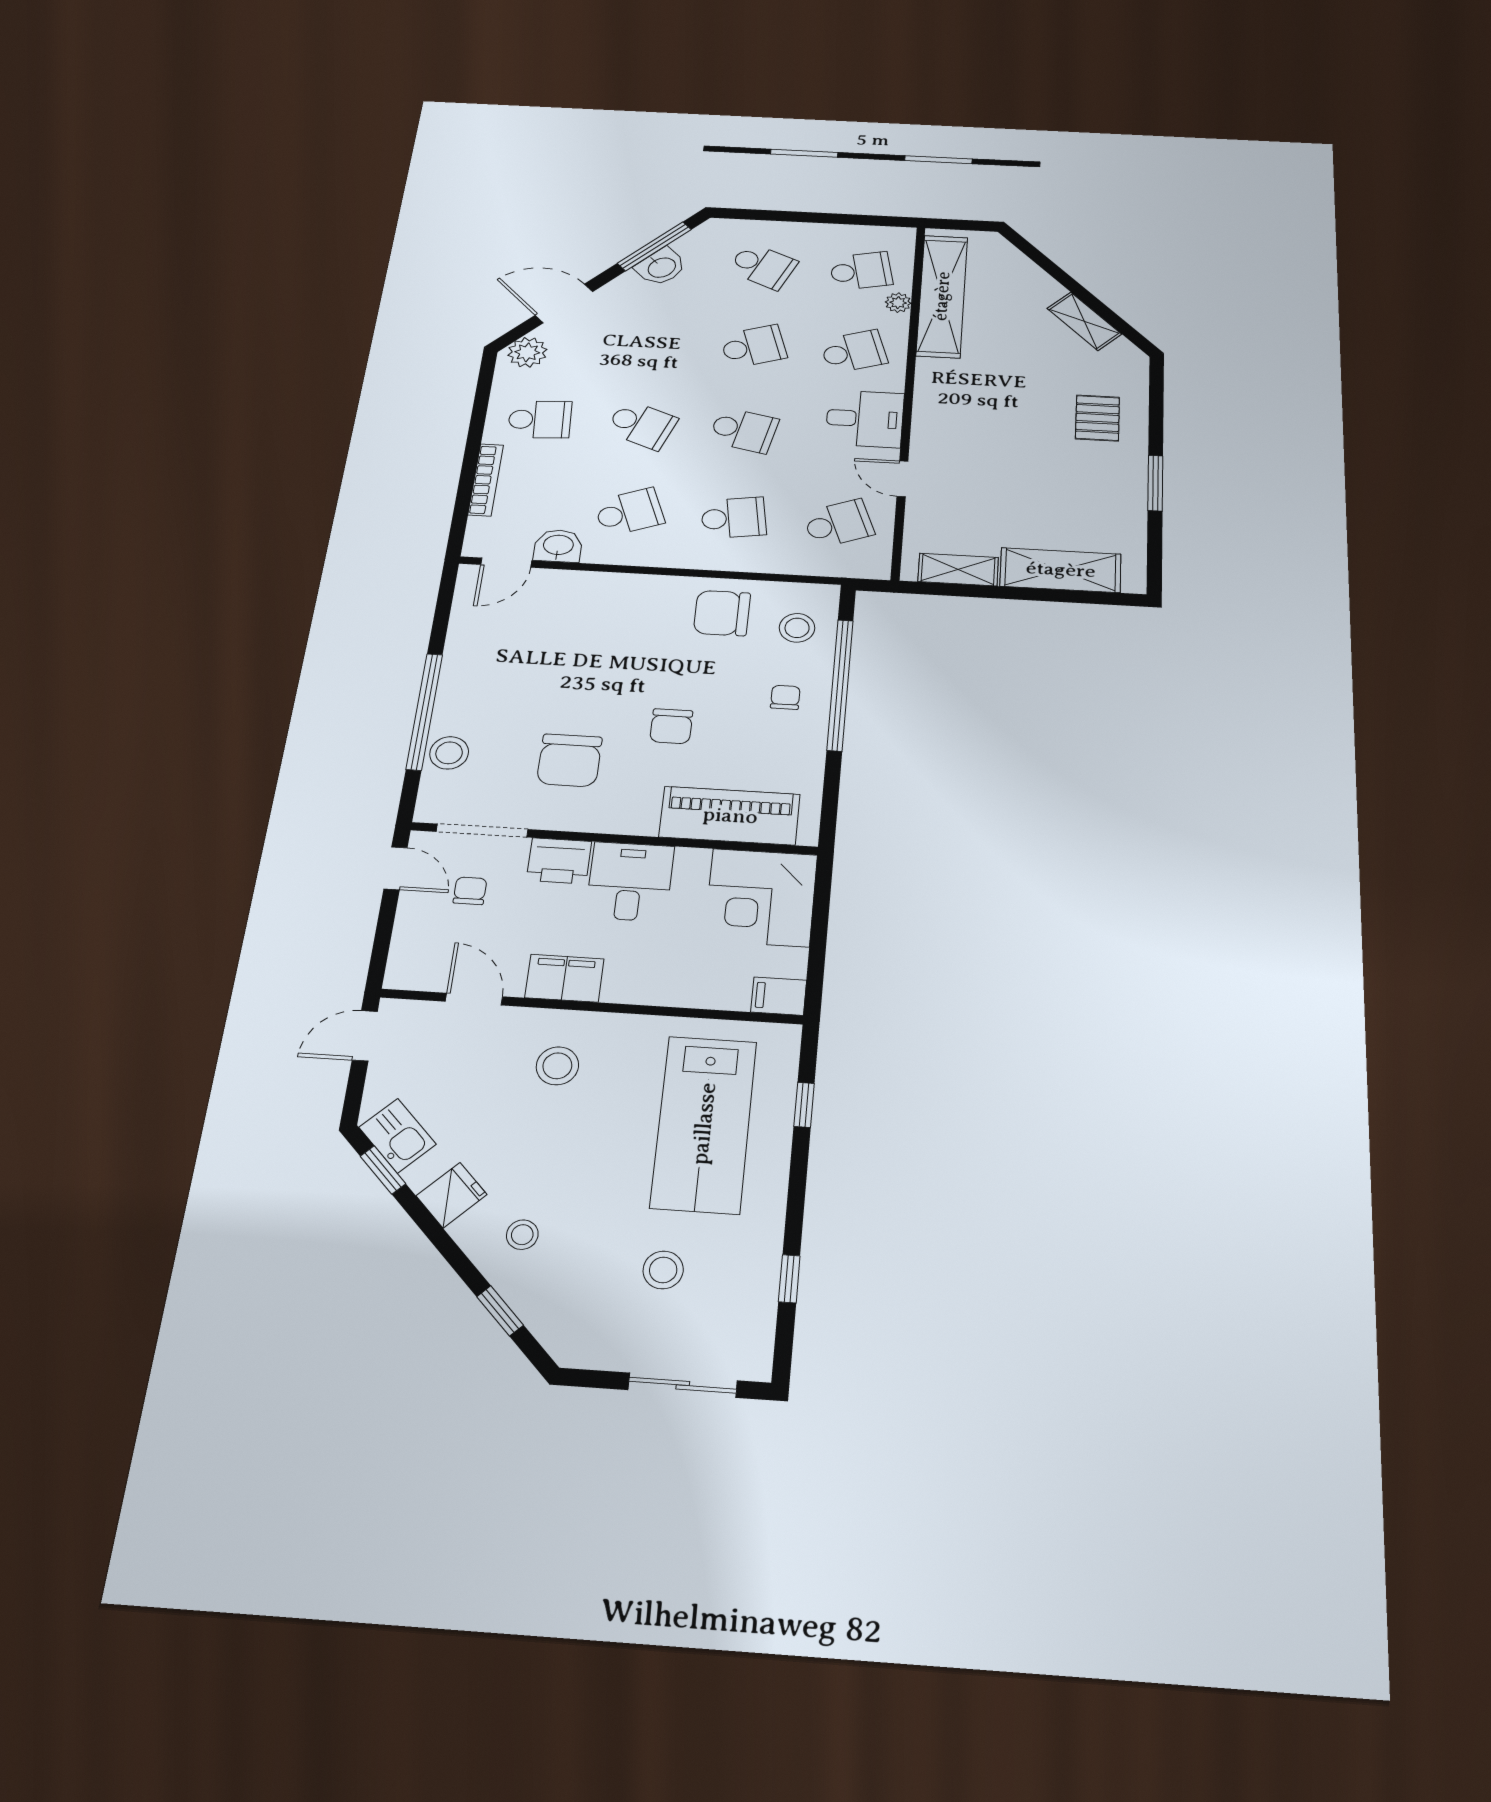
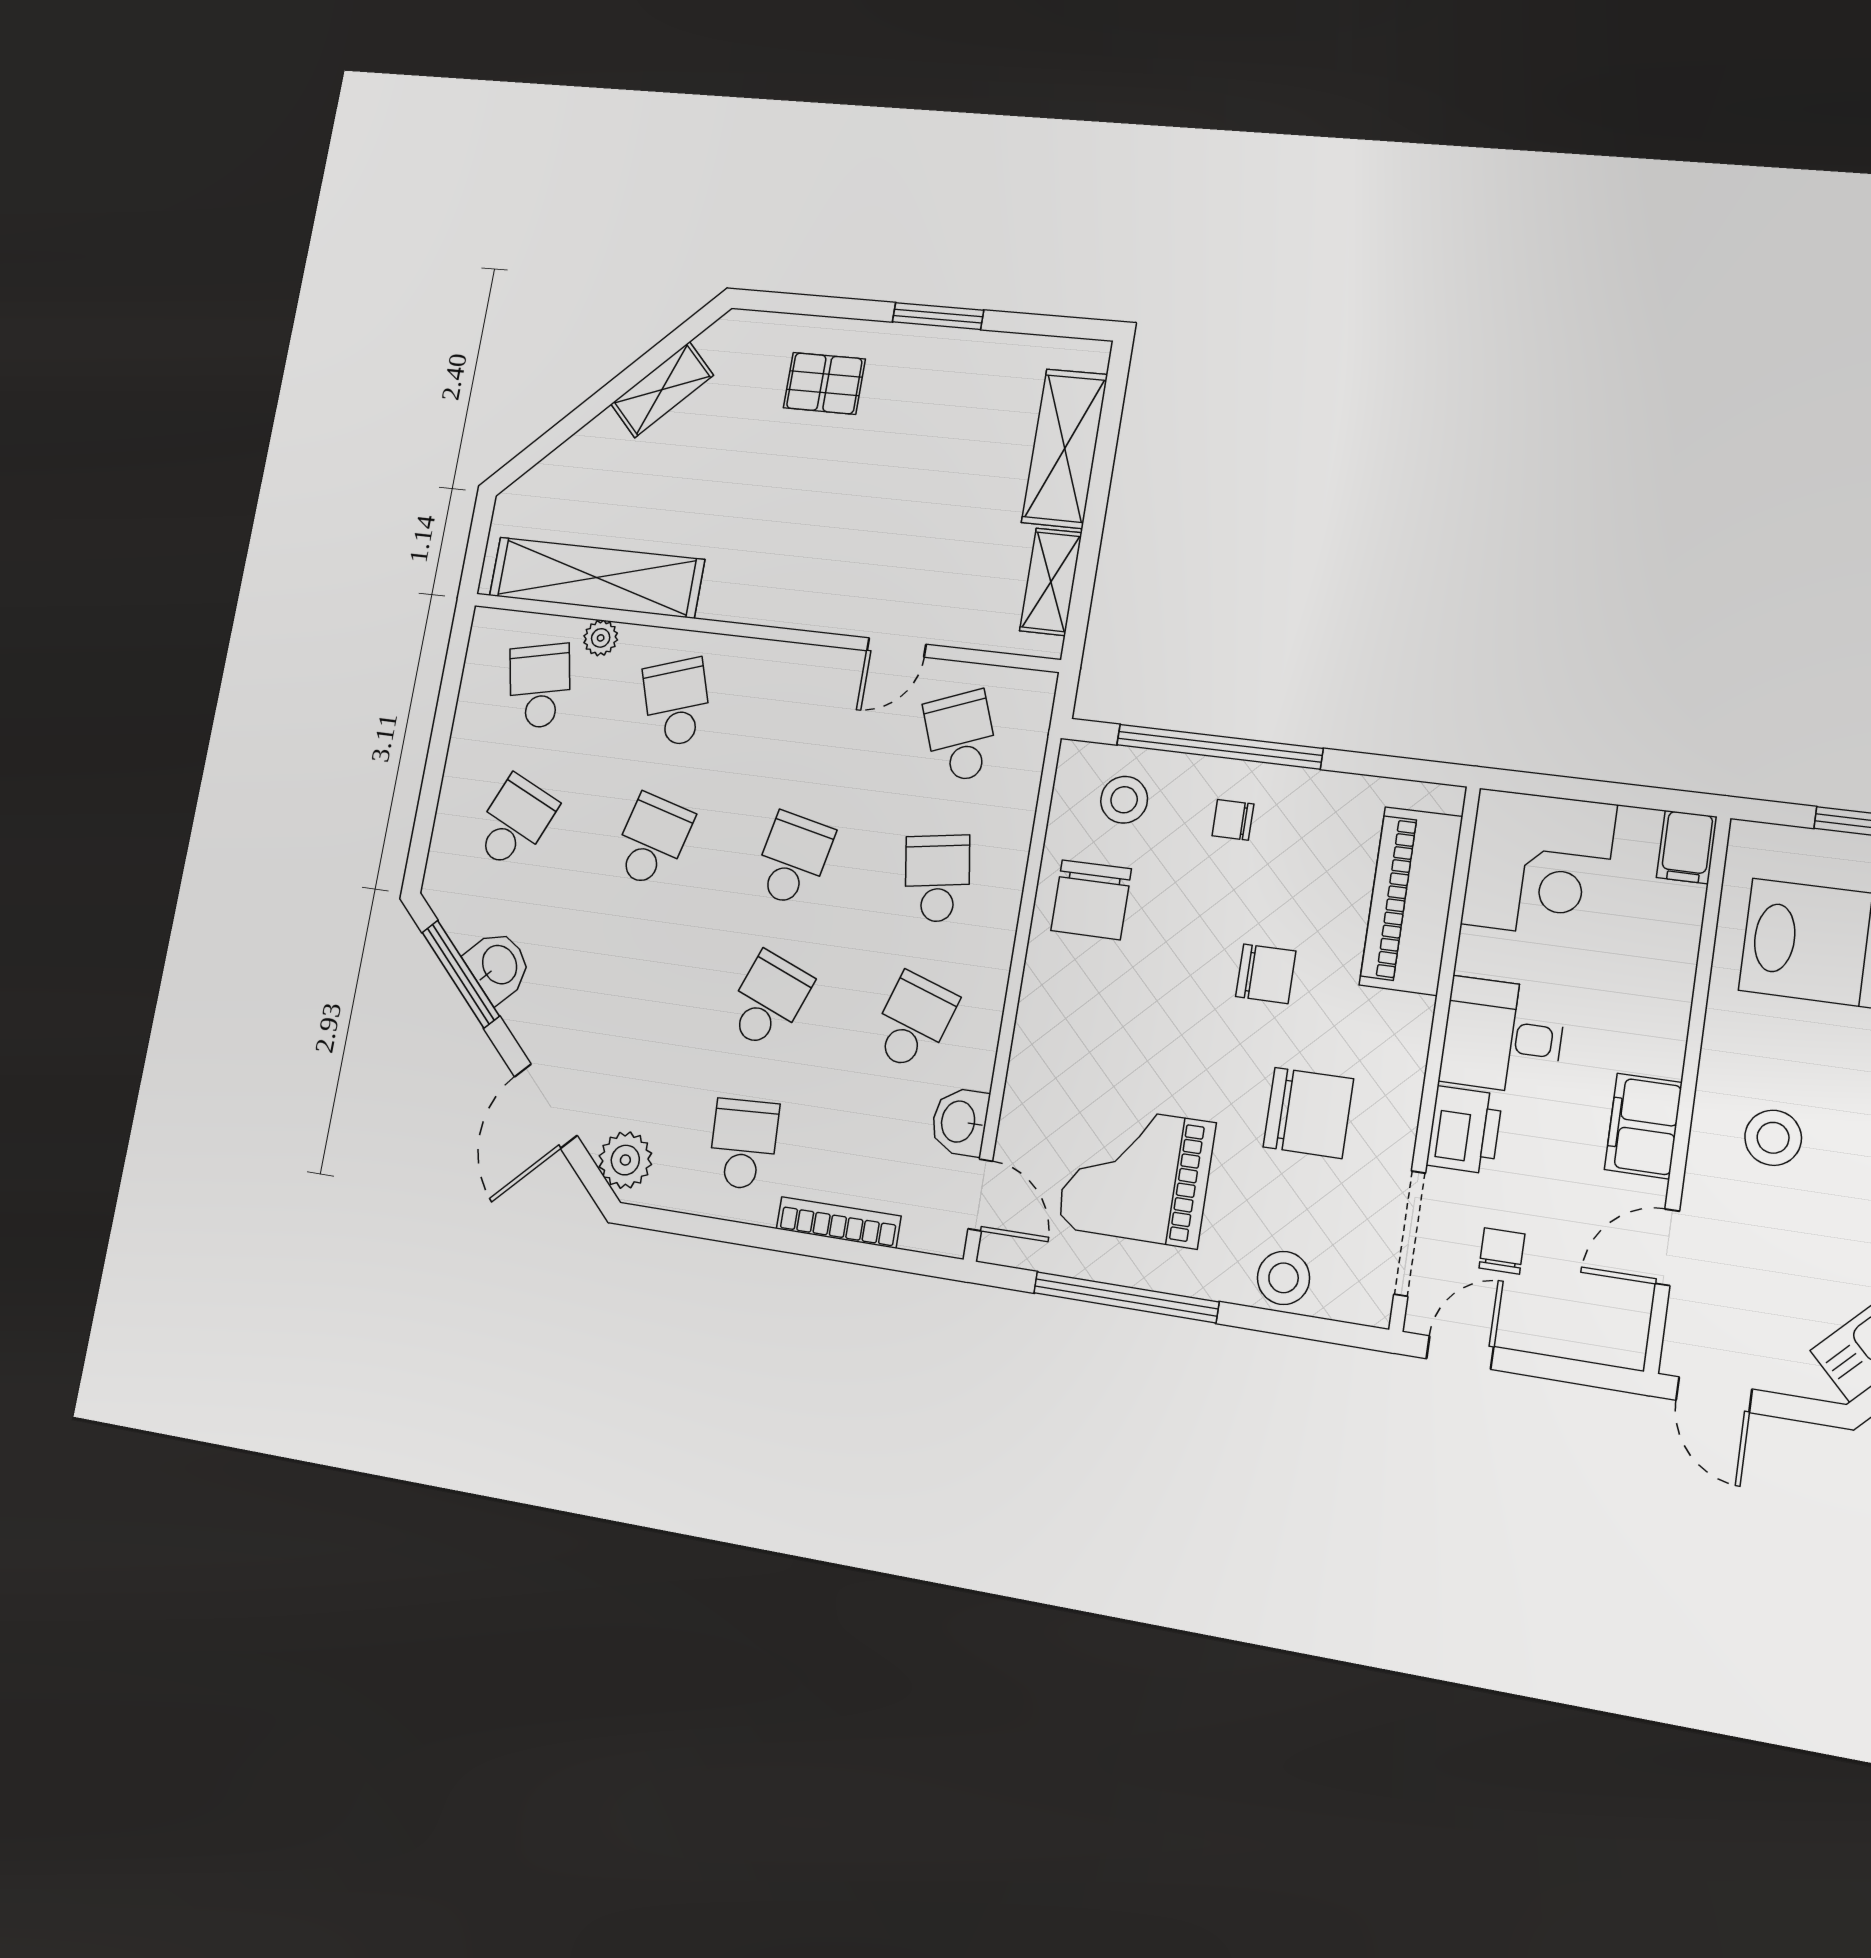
school desk: (753, 346) -> (652, 841), turned 33
desk: (865, 419) -> (792, 693), removed
school desk: (629, 512) -> (913, 1022), turned 39
grand piano: (522, 656) -> (1136, 1175), added
window: (424, 711) -> (1126, 1297), moved
chair: (470, 891) -> (1502, 1251), turned 90

